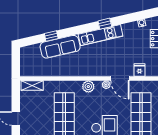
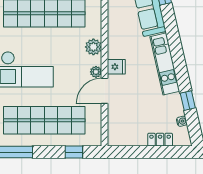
window: (105, 24) -> (188, 101), moved
fridge: (139, 70) -> (116, 67), moved

